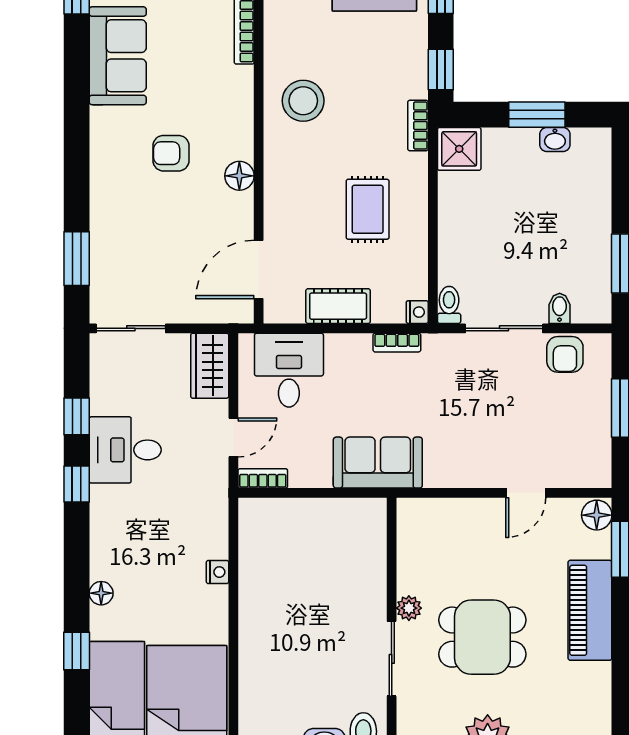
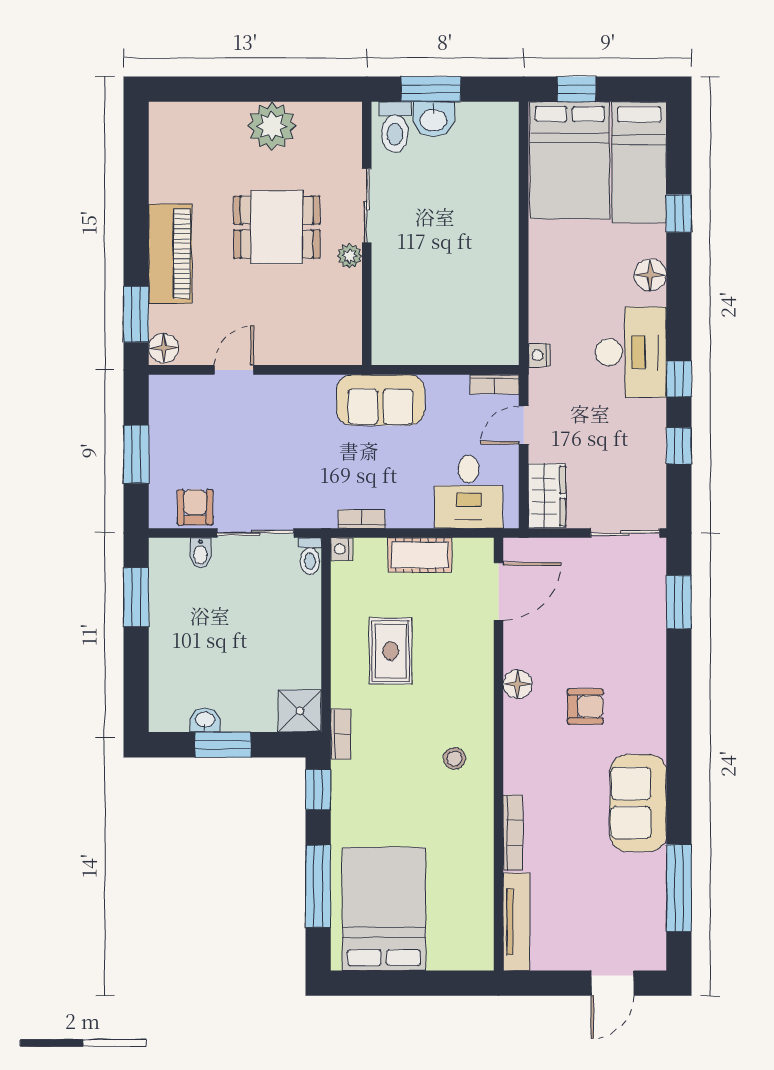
stool: (303, 101) -> (454, 759), width x0.53, depth x0.53
desk: (125, 450) -> (631, 352), moved, width x1.37
nightstand: (218, 572) -> (539, 355), moved
floor lamp: (101, 593) -> (650, 275), width x1.37, depth x1.37

